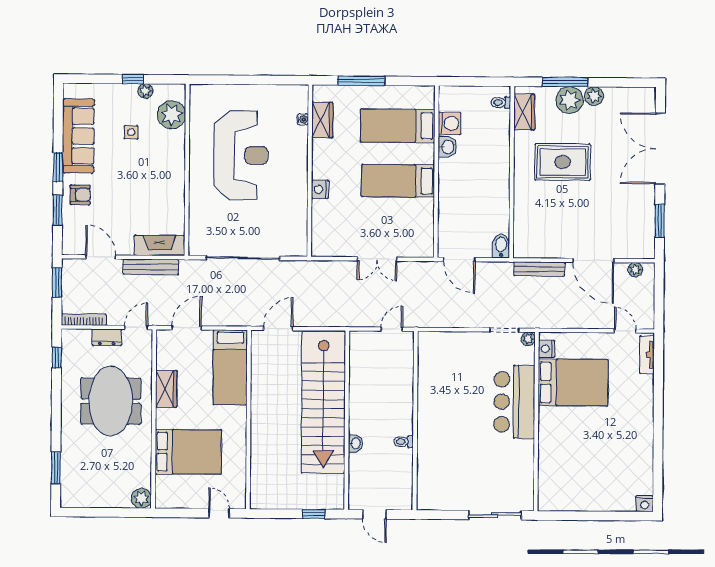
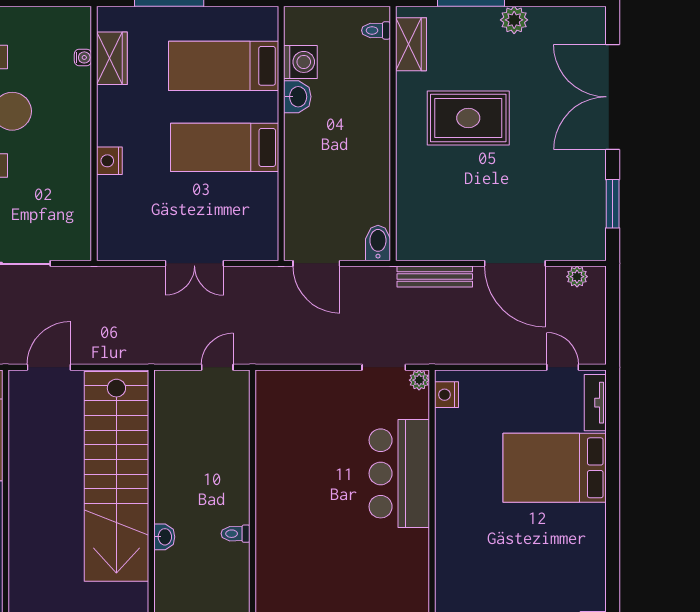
plant: (570, 100) -> (478, 26), removed
bed: (573, 383) -> (555, 468), moved, turned 180

